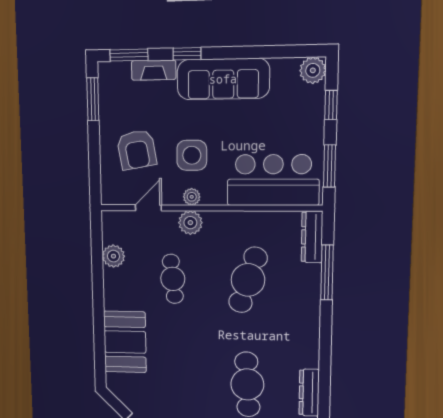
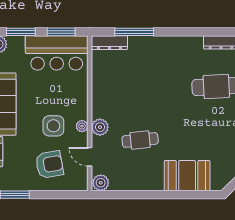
window: (331, 105) -> (21, 32), width x1.50
bar counter: (273, 180) -> (57, 53), moved, turned -90
plant: (113, 256) -> (101, 183), moved
cafe table: (248, 280) -> (140, 87), removed

